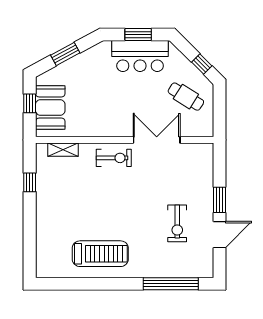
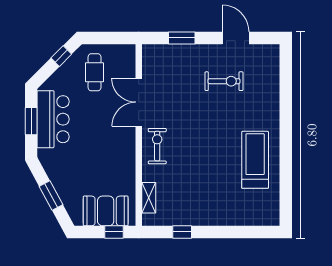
cafe table: (186, 97) -> (95, 72), turned -32
window: (30, 103) -> (114, 232), moved
window: (220, 200) -> (182, 38), moved
window: (171, 284) -> (286, 88), removed

